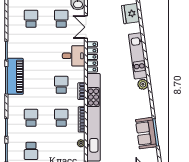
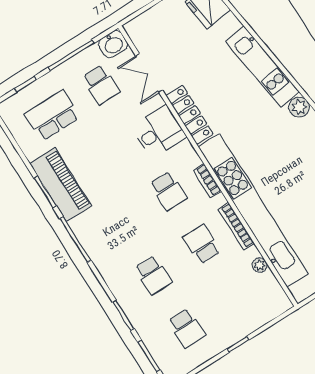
school desk: (31, 19) -> (52, 116), width x1.85
school desk: (61, 19) -> (101, 85), turned 180
piano: (15, 76) -> (61, 185), moved
school desk: (61, 85) -> (168, 191), turned 180
school desk: (31, 118) -> (153, 275), turned 180

